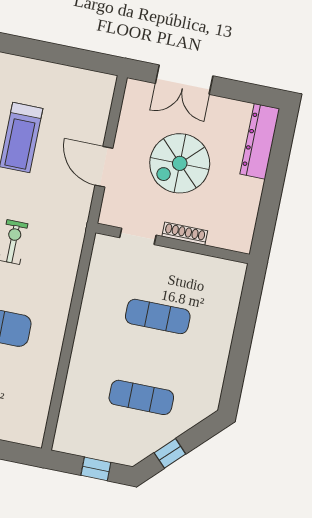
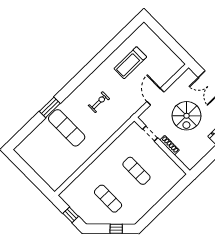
spiral stairs: (180, 163) -> (187, 116), turned -90
window: (170, 453) -> (116, 229), moved

